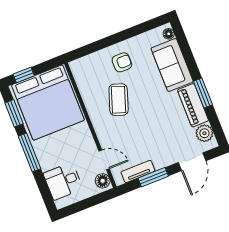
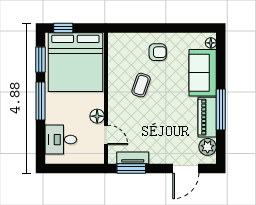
window: (203, 93) -> (221, 109), width x1.44
coffee table: (119, 100) -> (141, 85), width x0.73, depth x0.77
window: (153, 177) -> (131, 168), moved
floor lamp: (103, 181) -> (97, 116), moved

